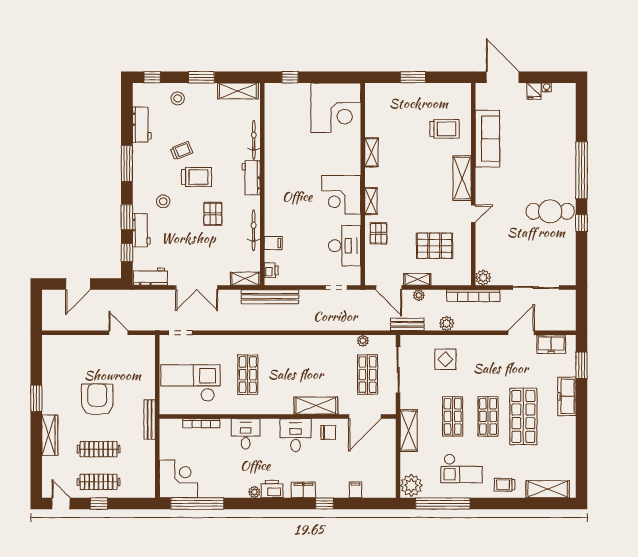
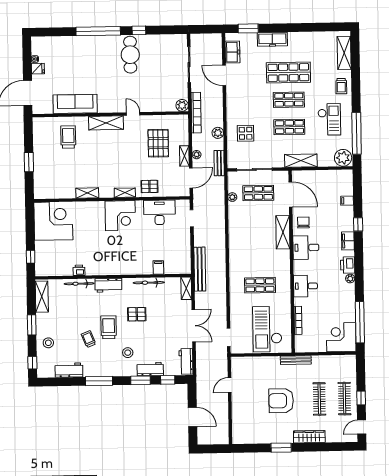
printer: (271, 270) -> (79, 270), moved

